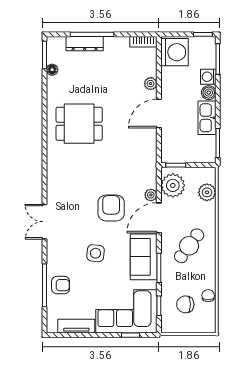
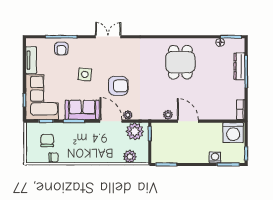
plant: (151, 84) -> (168, 115), moved
boiler: (209, 93) -> (203, 158), removed
kitchen sink: (207, 118) -> (185, 156), removed
cafe table: (189, 246) -> (90, 143), removed

